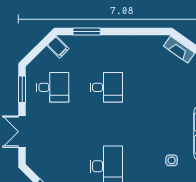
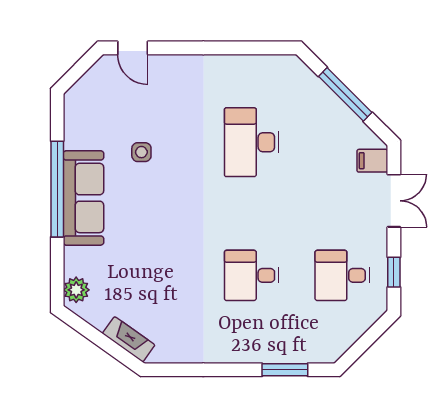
filing cabinet: (58, 47) -> (372, 161), moved, turned -45
window: (22, 89) -> (394, 272), width x0.67

